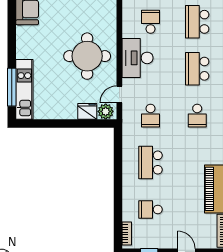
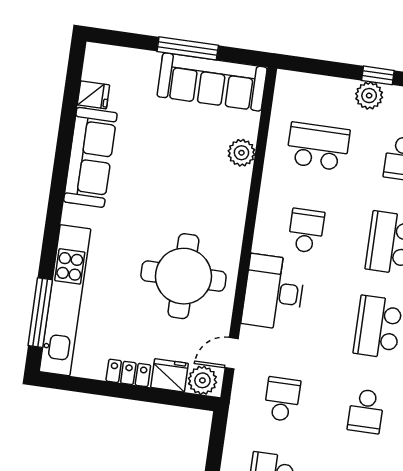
kitchen unit: (24, 89) -> (65, 300), width x1.36
locker: (65, 113) -> (128, 373), added
school desk: (151, 116) -> (282, 399), turned 180

